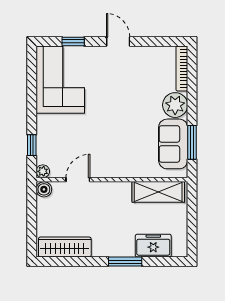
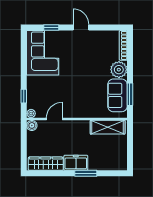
freezer: (153, 246) -> (76, 163), moved

